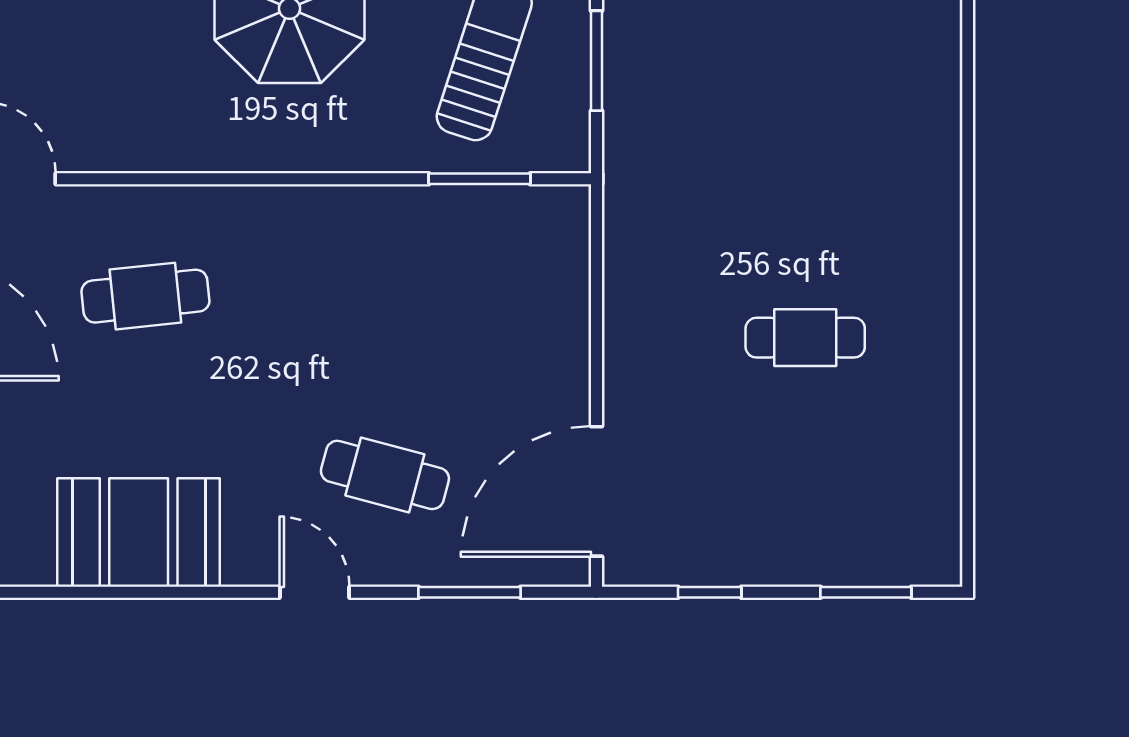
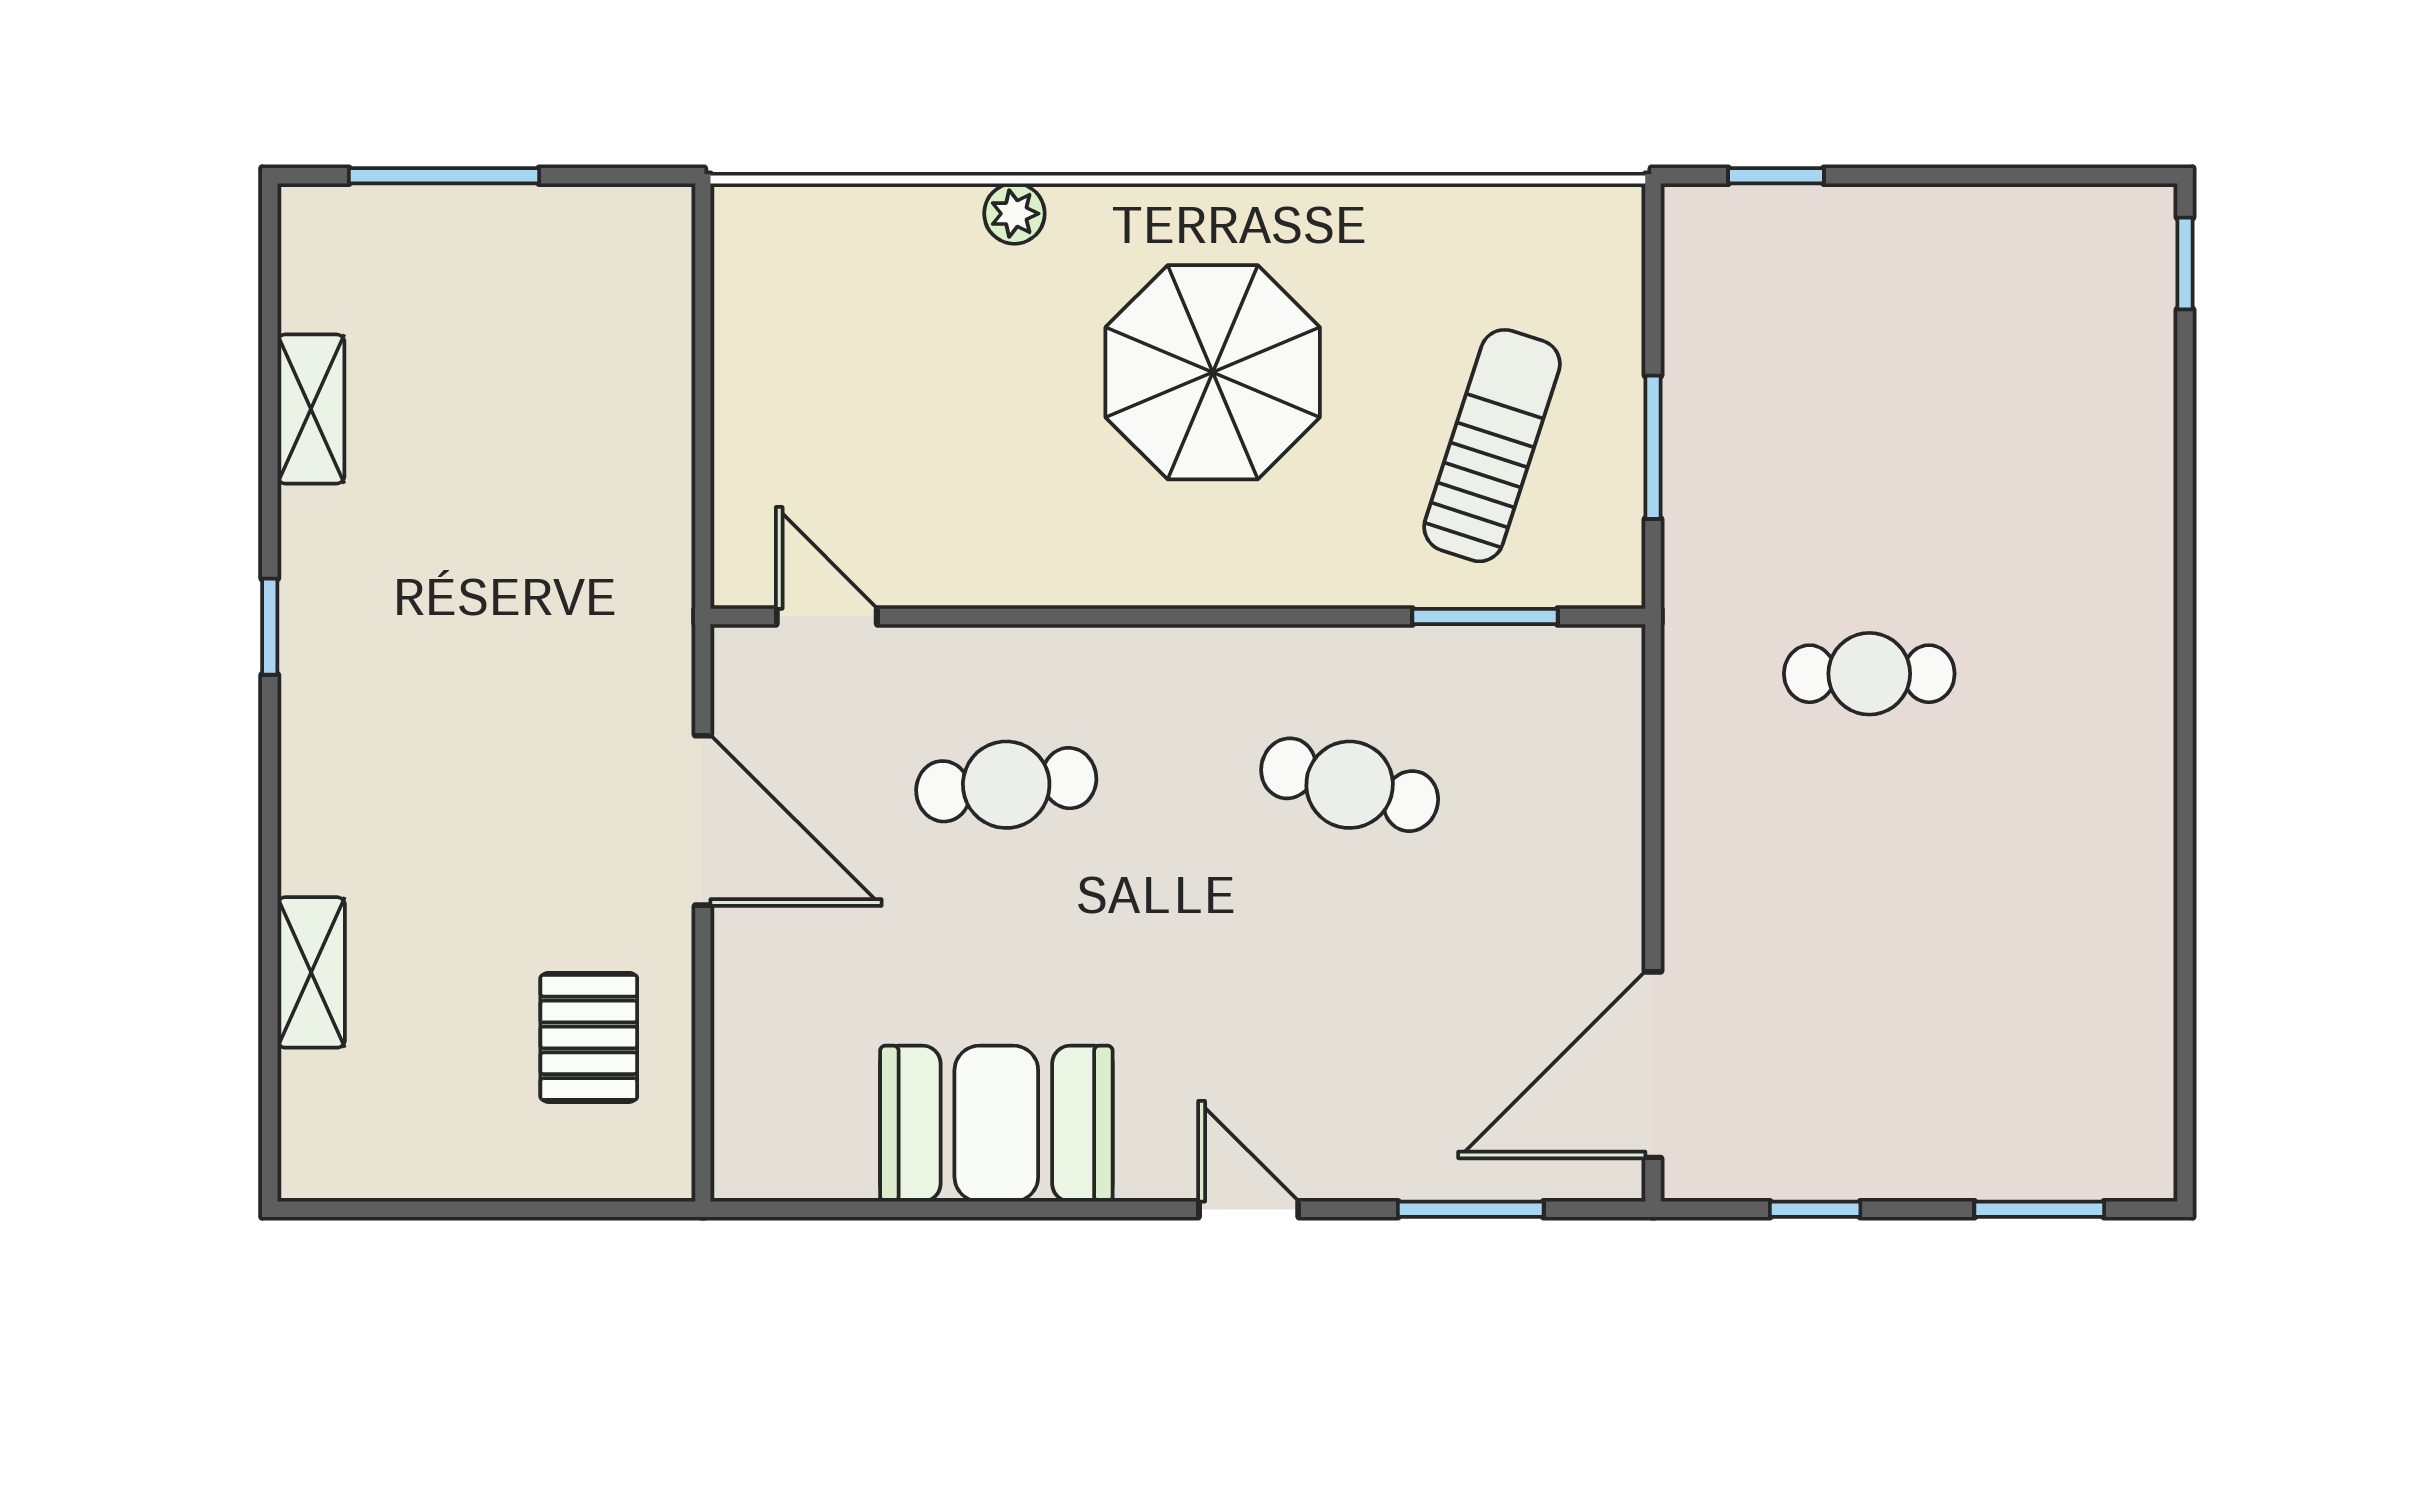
cafe table: (805, 338) -> (1869, 674), moved
cafe table: (385, 475) -> (1350, 785), moved

